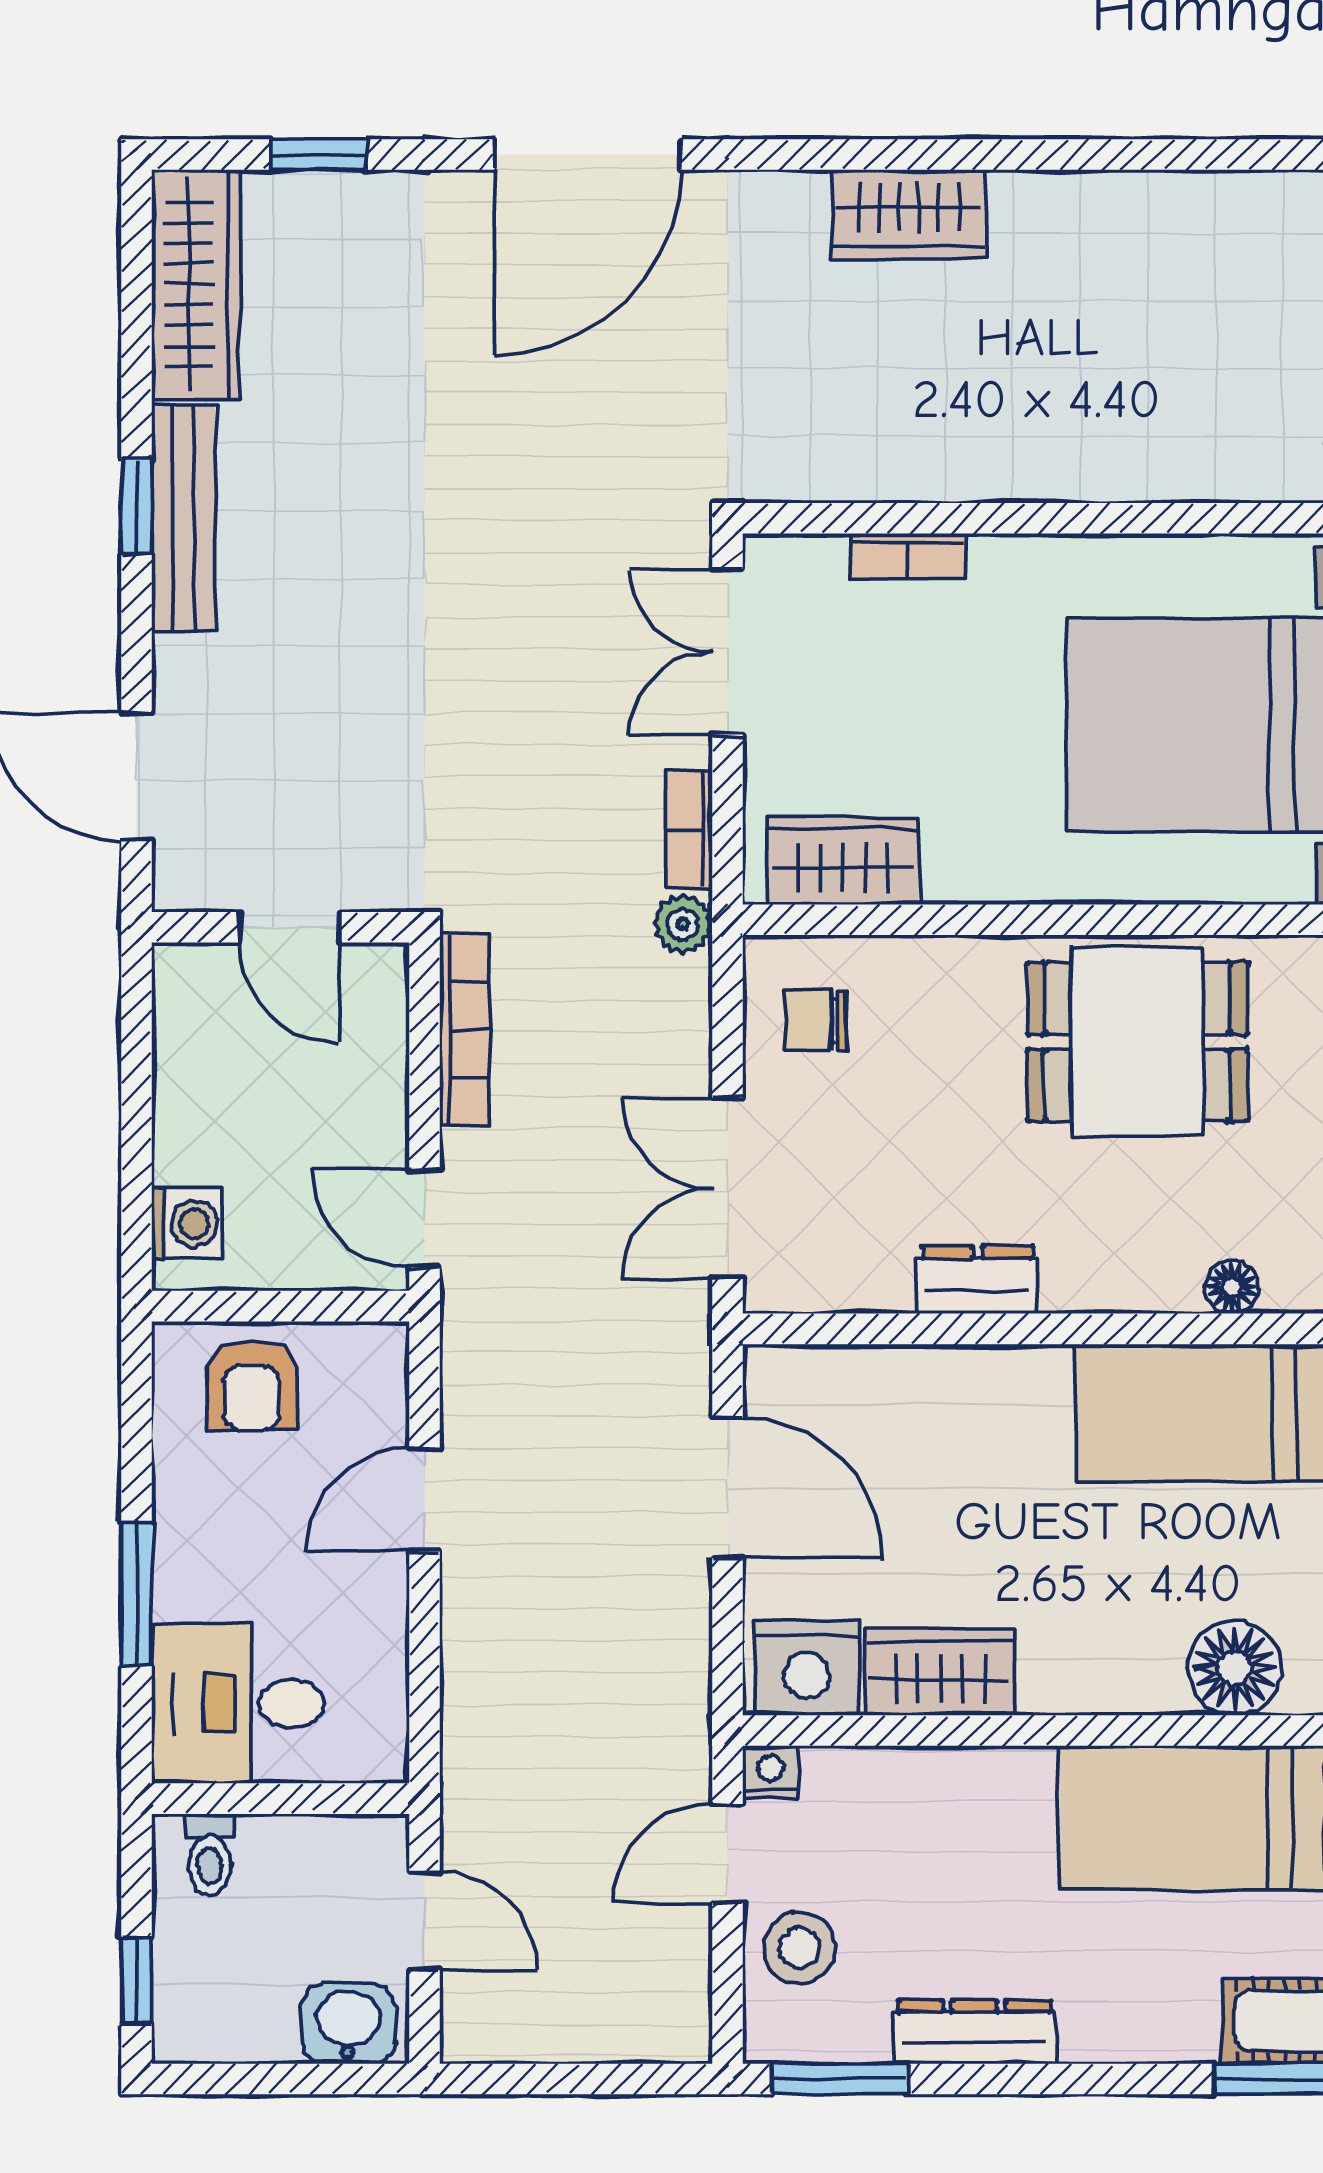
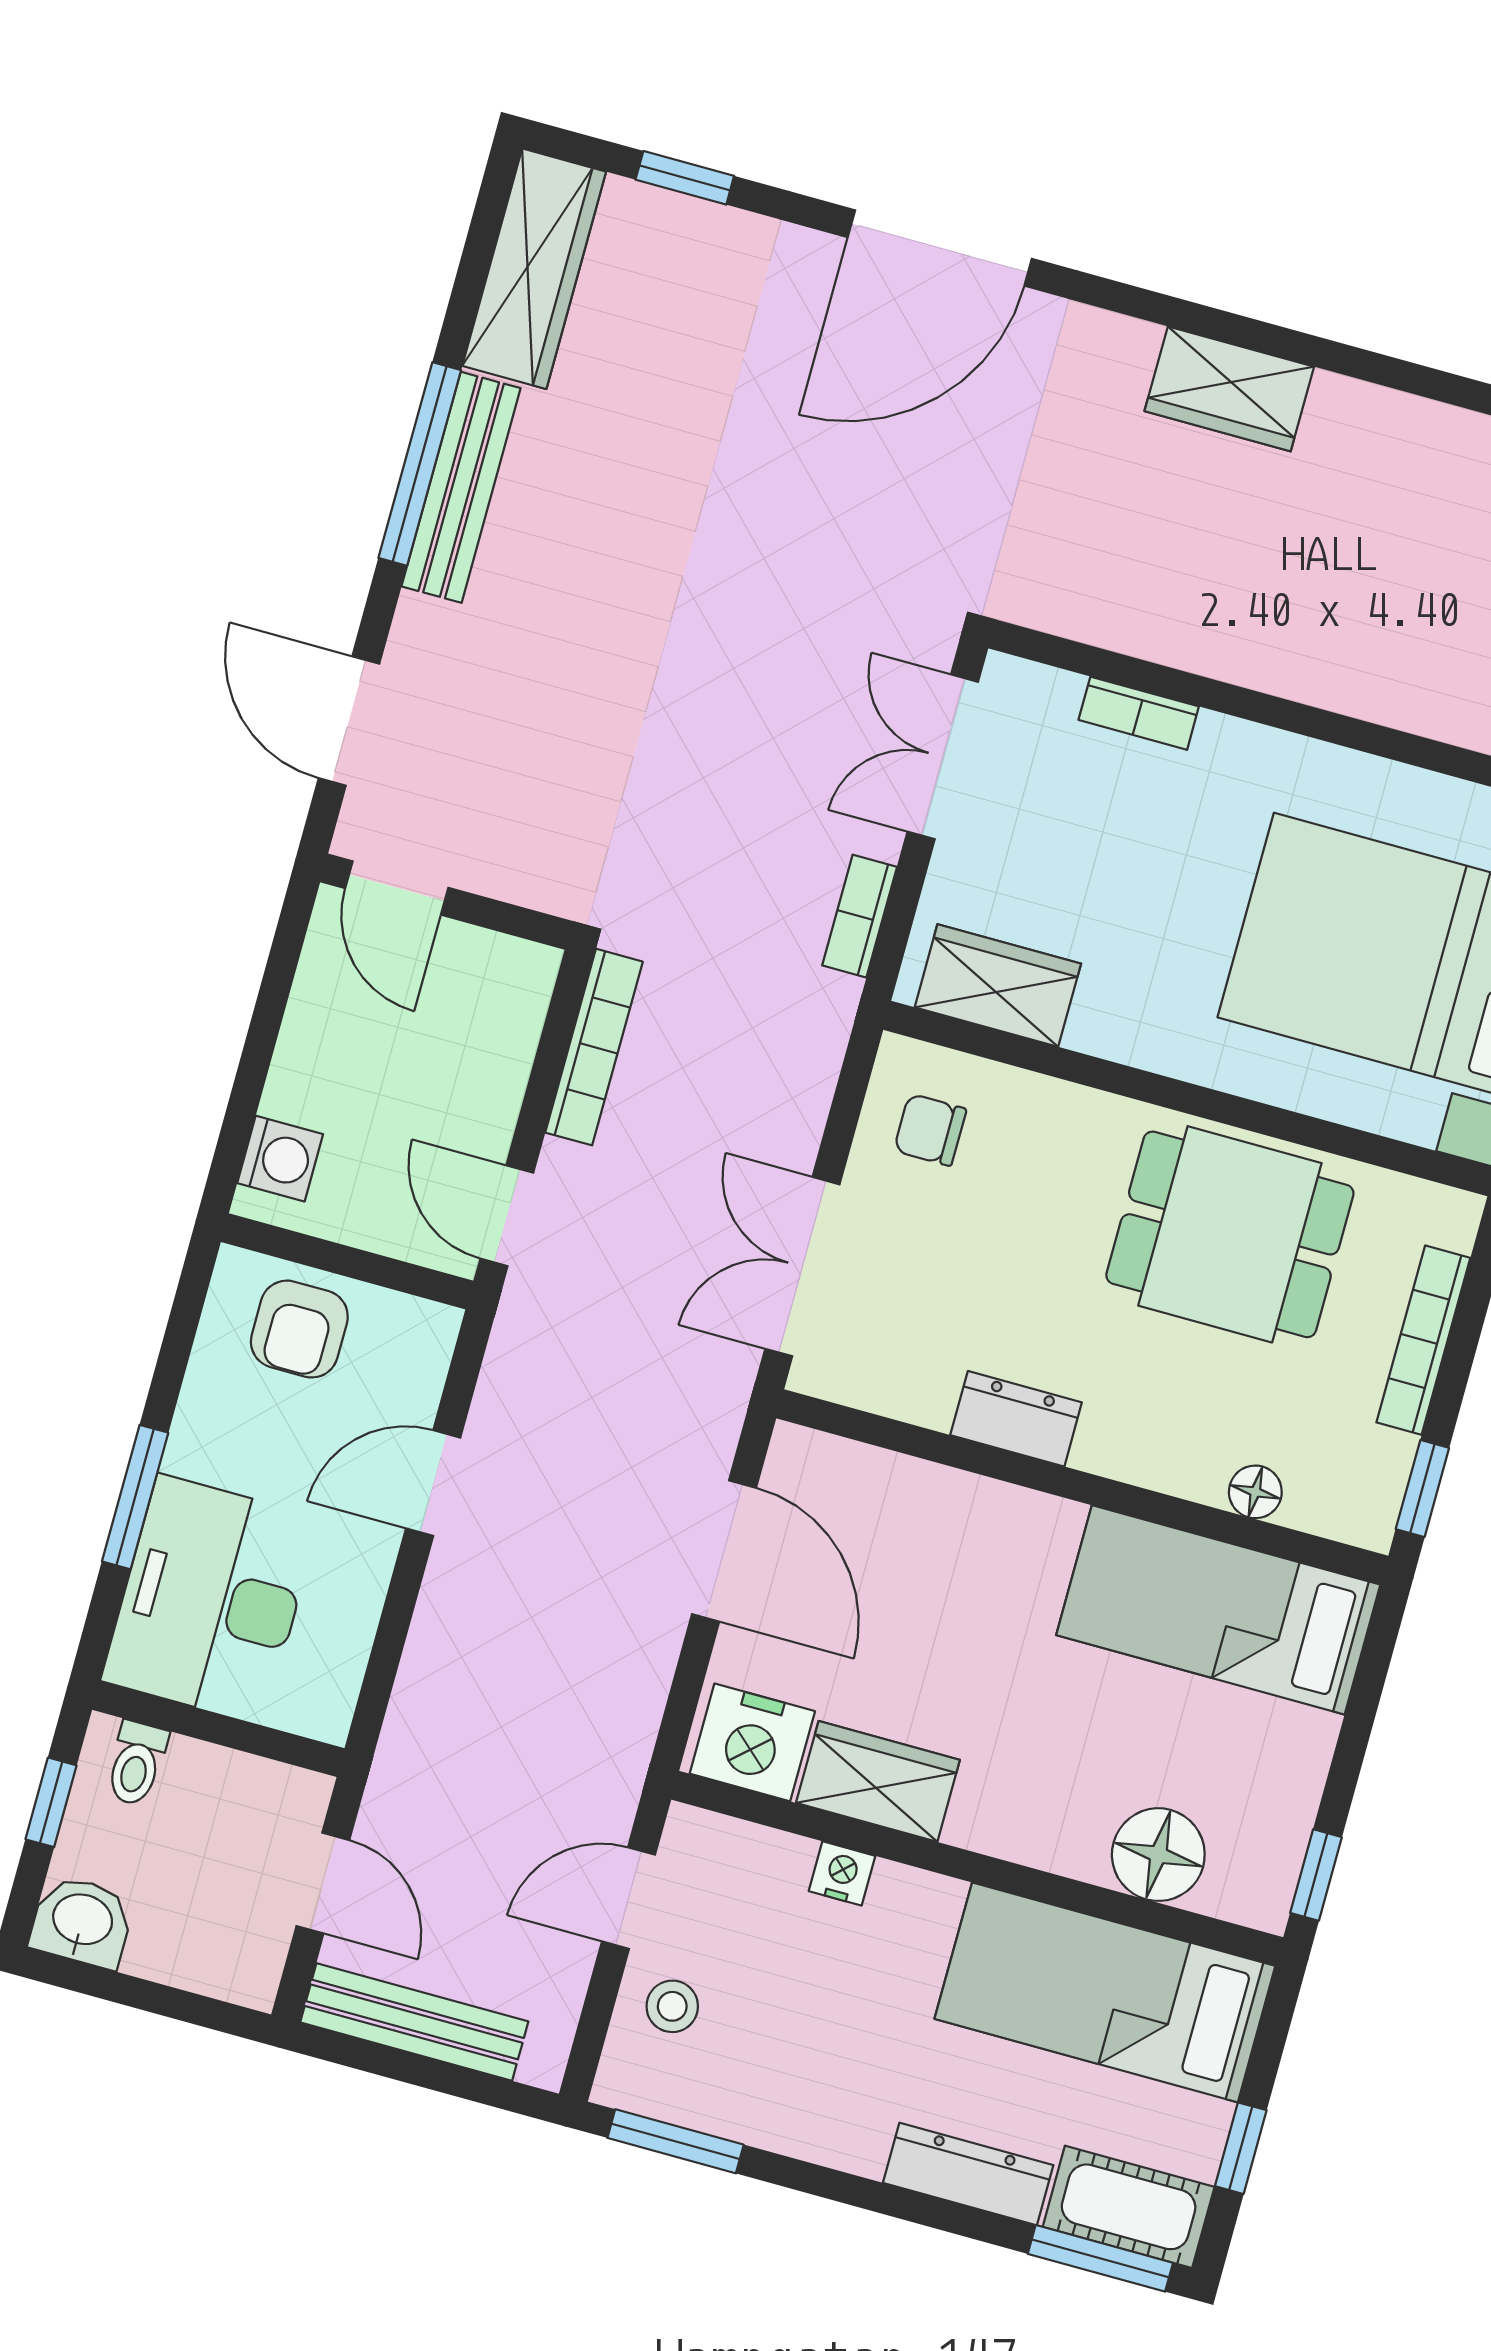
window: (137, 506) -> (420, 464), width x2.17
plant: (683, 924) -> (829, 1004), removed
door: (289, 927) -> (397, 888), moved
desk: (238, 1703) -> (211, 1599), width x1.37
nightstand: (770, 1772) -> (842, 1873), moved
stool: (800, 1948) -> (672, 2006), width x0.73, depth x0.73
window: (137, 1981) -> (51, 1802), moved
washbasin: (348, 2024) -> (82, 1922), moved
dresser: (975, 2032) -> (968, 2174), moved
bench: (551, 2033) -> (414, 2022), added

